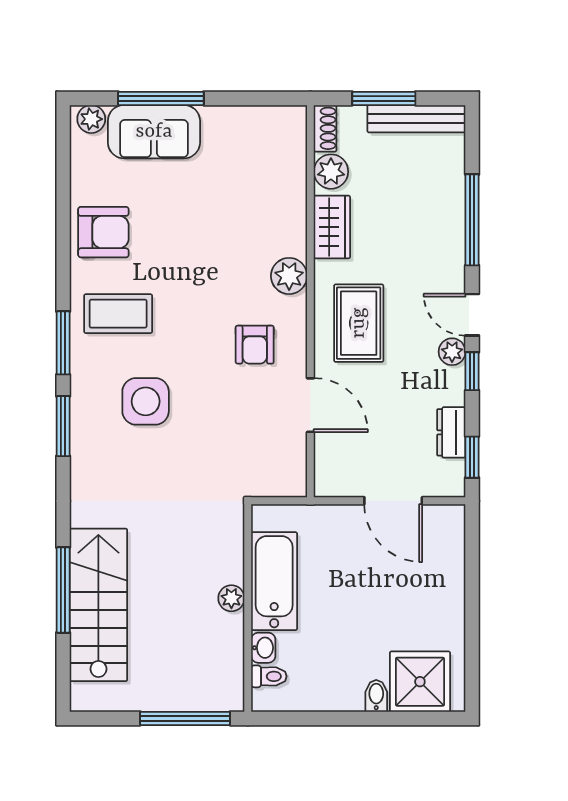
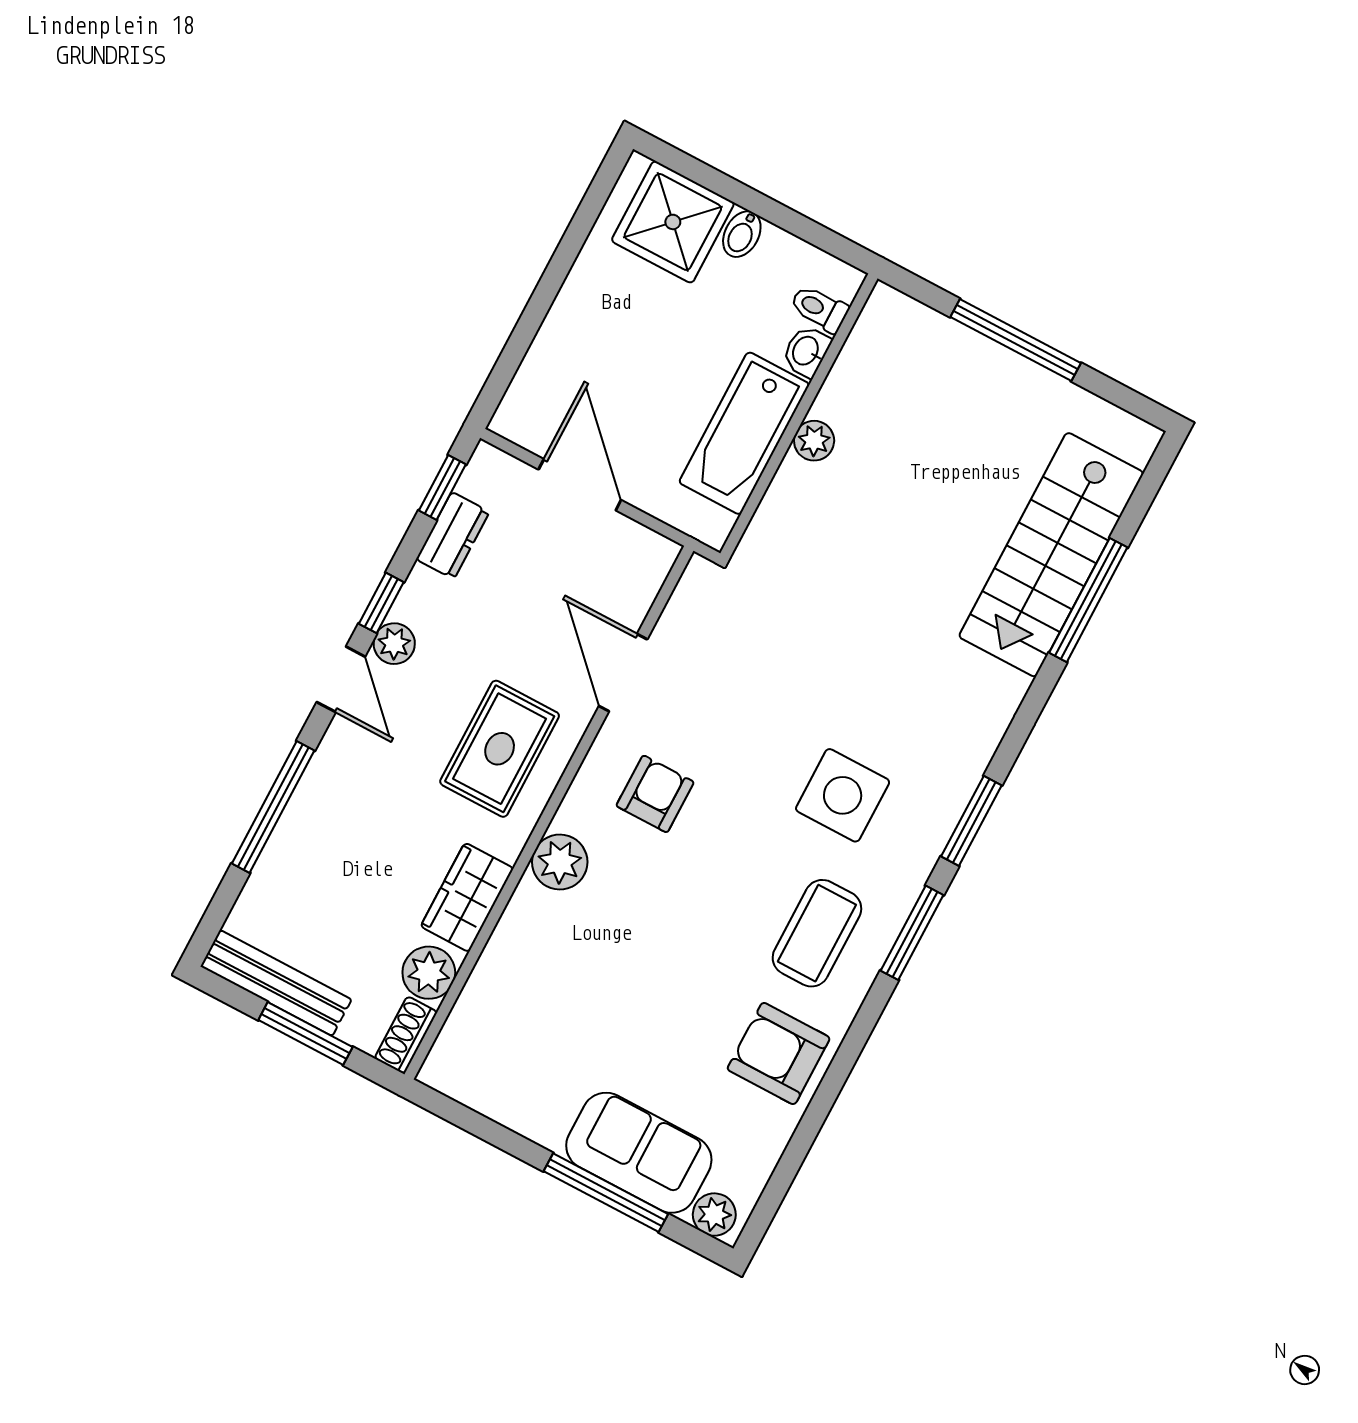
coffee table: (118, 314) -> (817, 933), turned 90
bathtub: (274, 581) -> (744, 433), moved
plant: (231, 598) -> (814, 441), moved
wall: (248, 608) -> (799, 416), moved
washbasin: (263, 648) -> (806, 351), moved
toilet: (269, 676) -> (819, 309), moved

